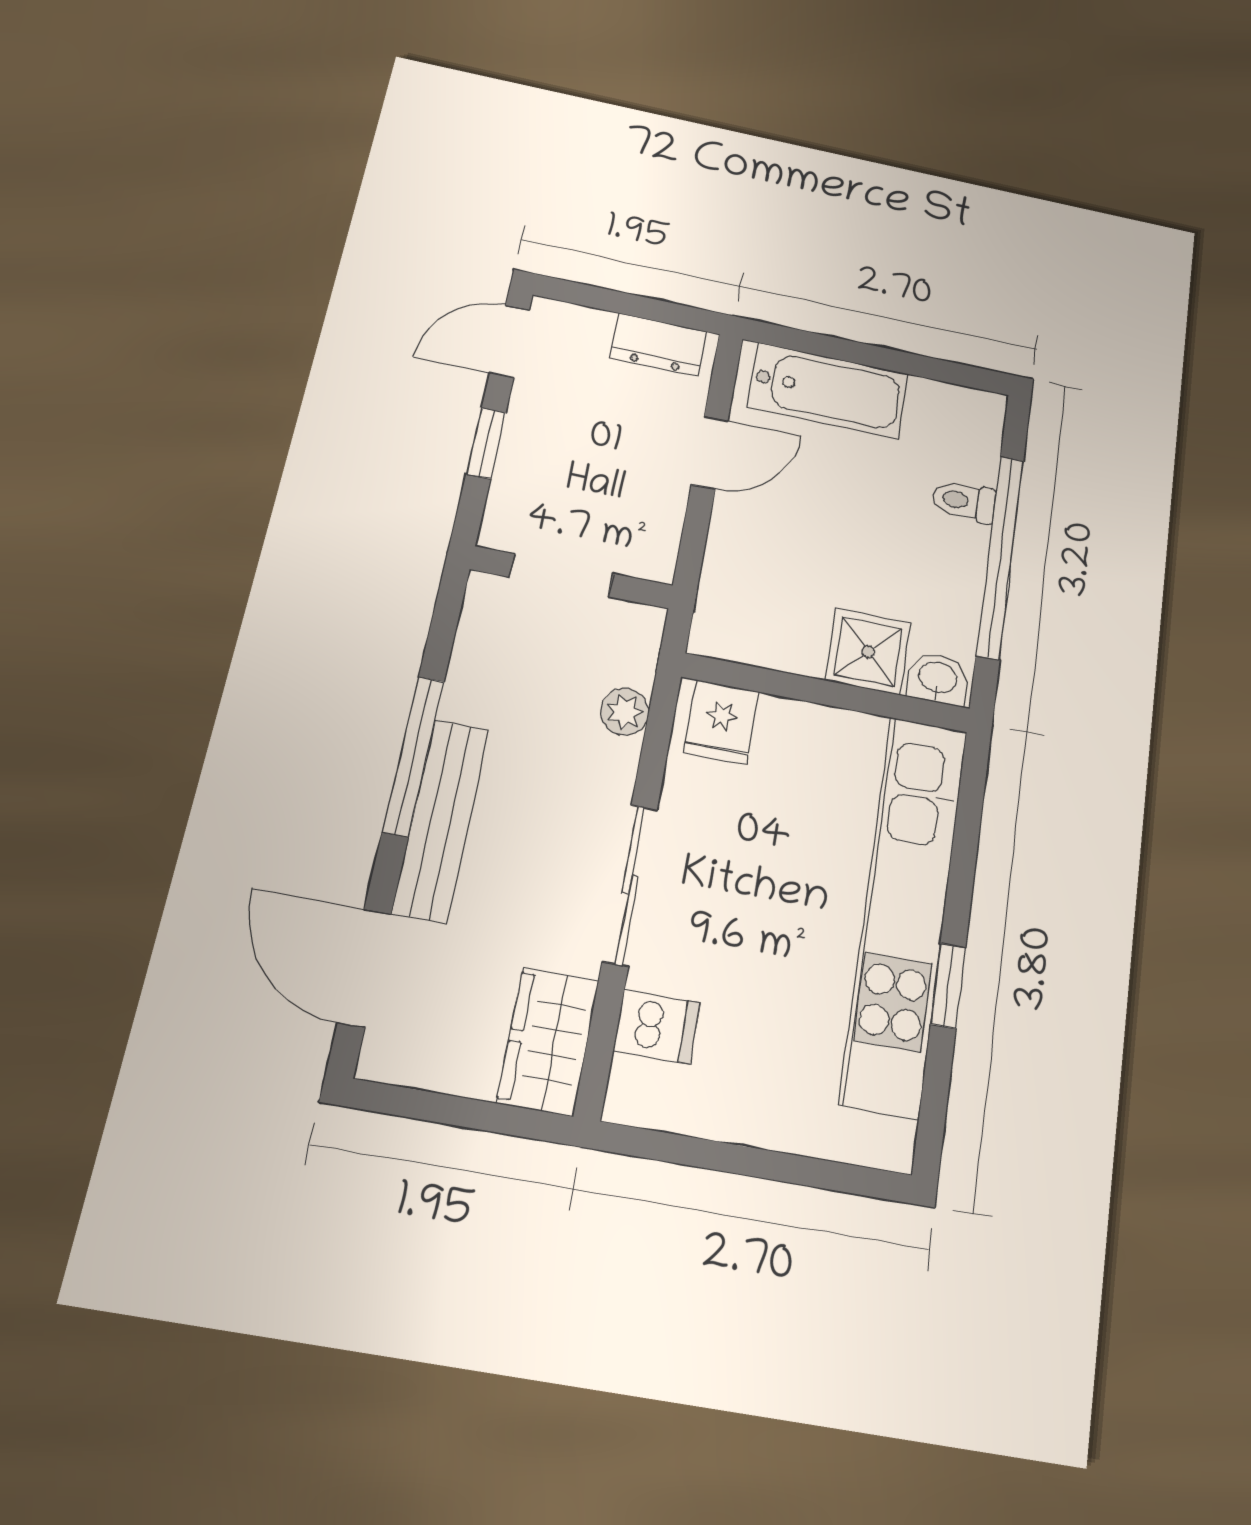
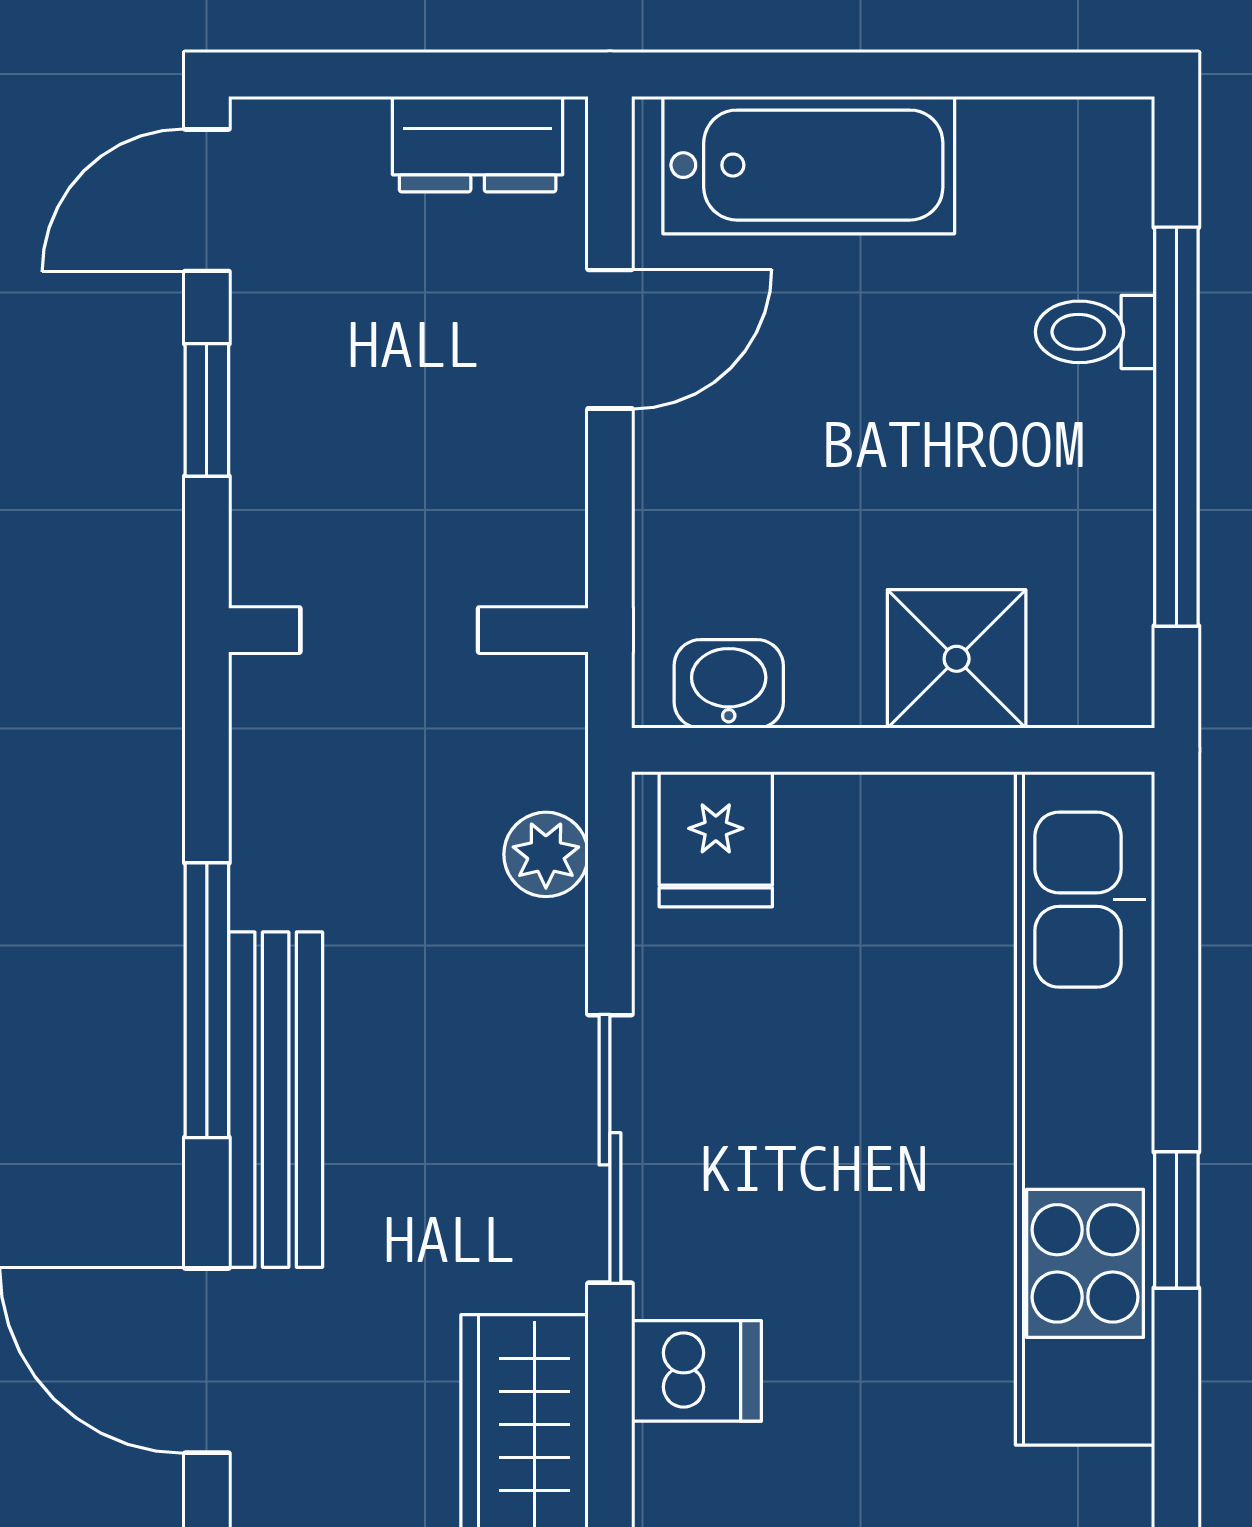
washbasin: (938, 679) -> (729, 684), moved

